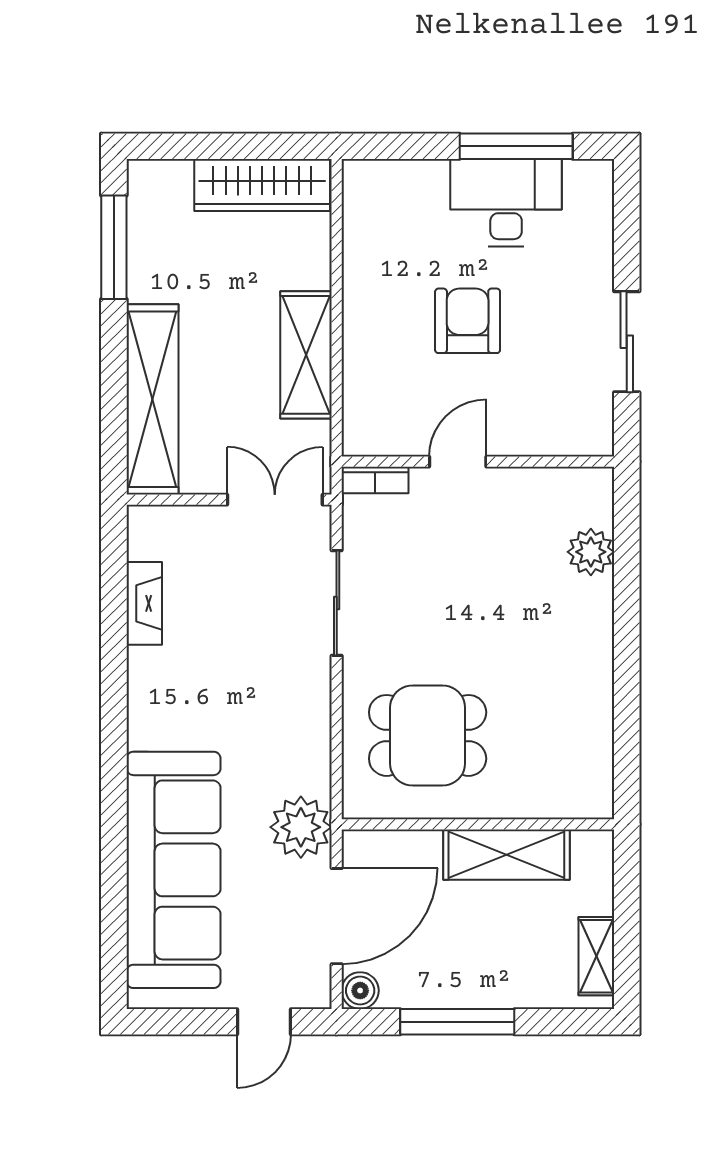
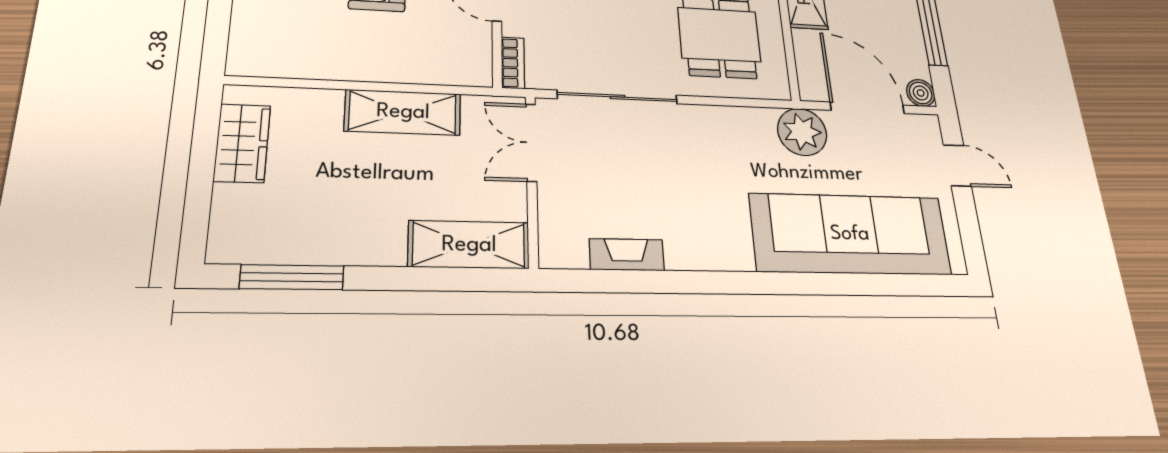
wardrobe: (262, 185) -> (242, 143), width x0.67
shelving: (153, 399) -> (469, 245), width x0.68
sliding door: (337, 603) -> (617, 97), width x1.37

